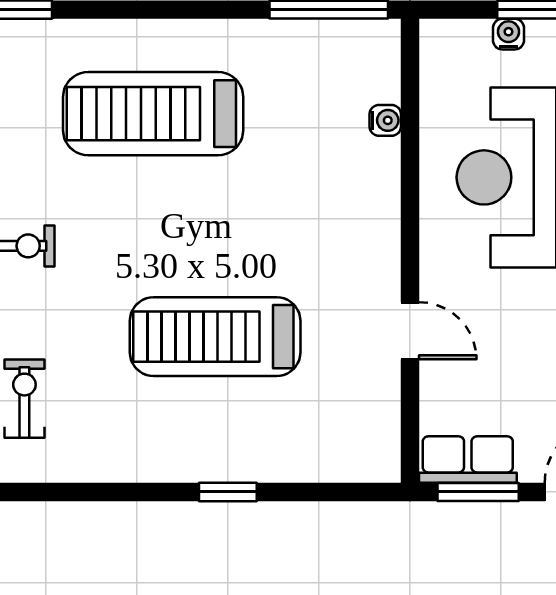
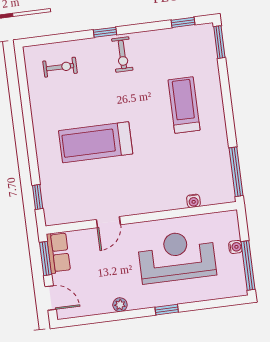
treadmill: (153, 114) -> (184, 105), width x0.73, depth x0.73
treadmill: (215, 337) -> (96, 142), turned -90
window: (228, 492) -> (38, 197), moved

